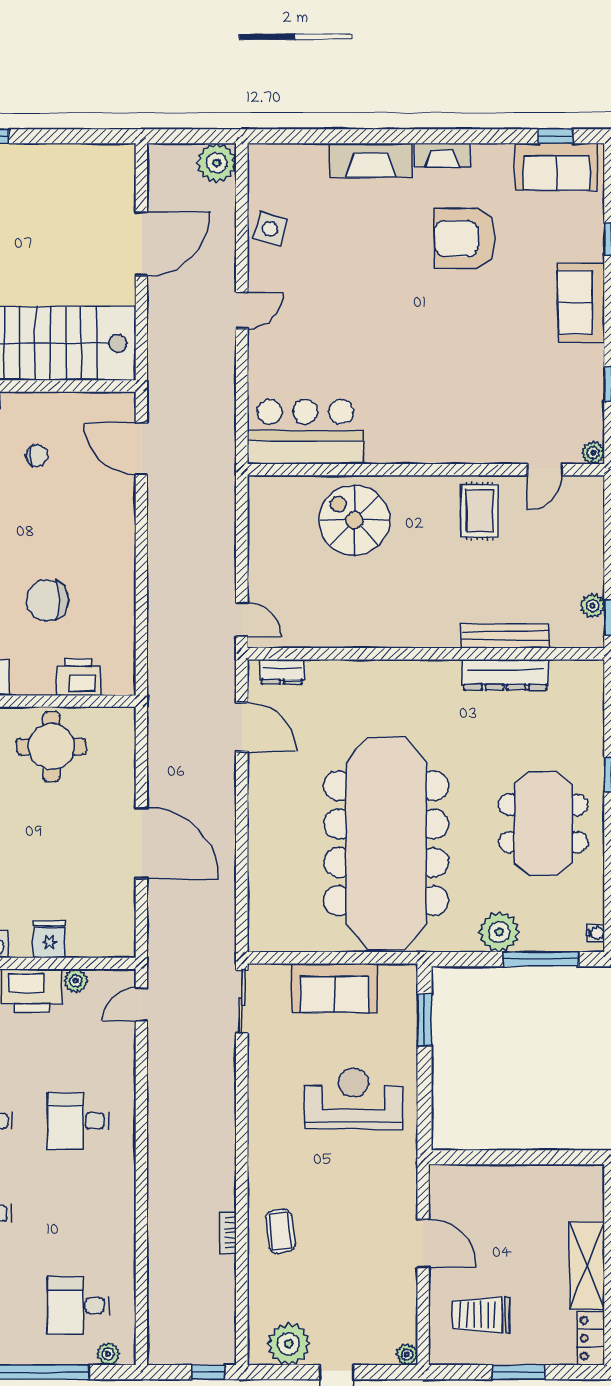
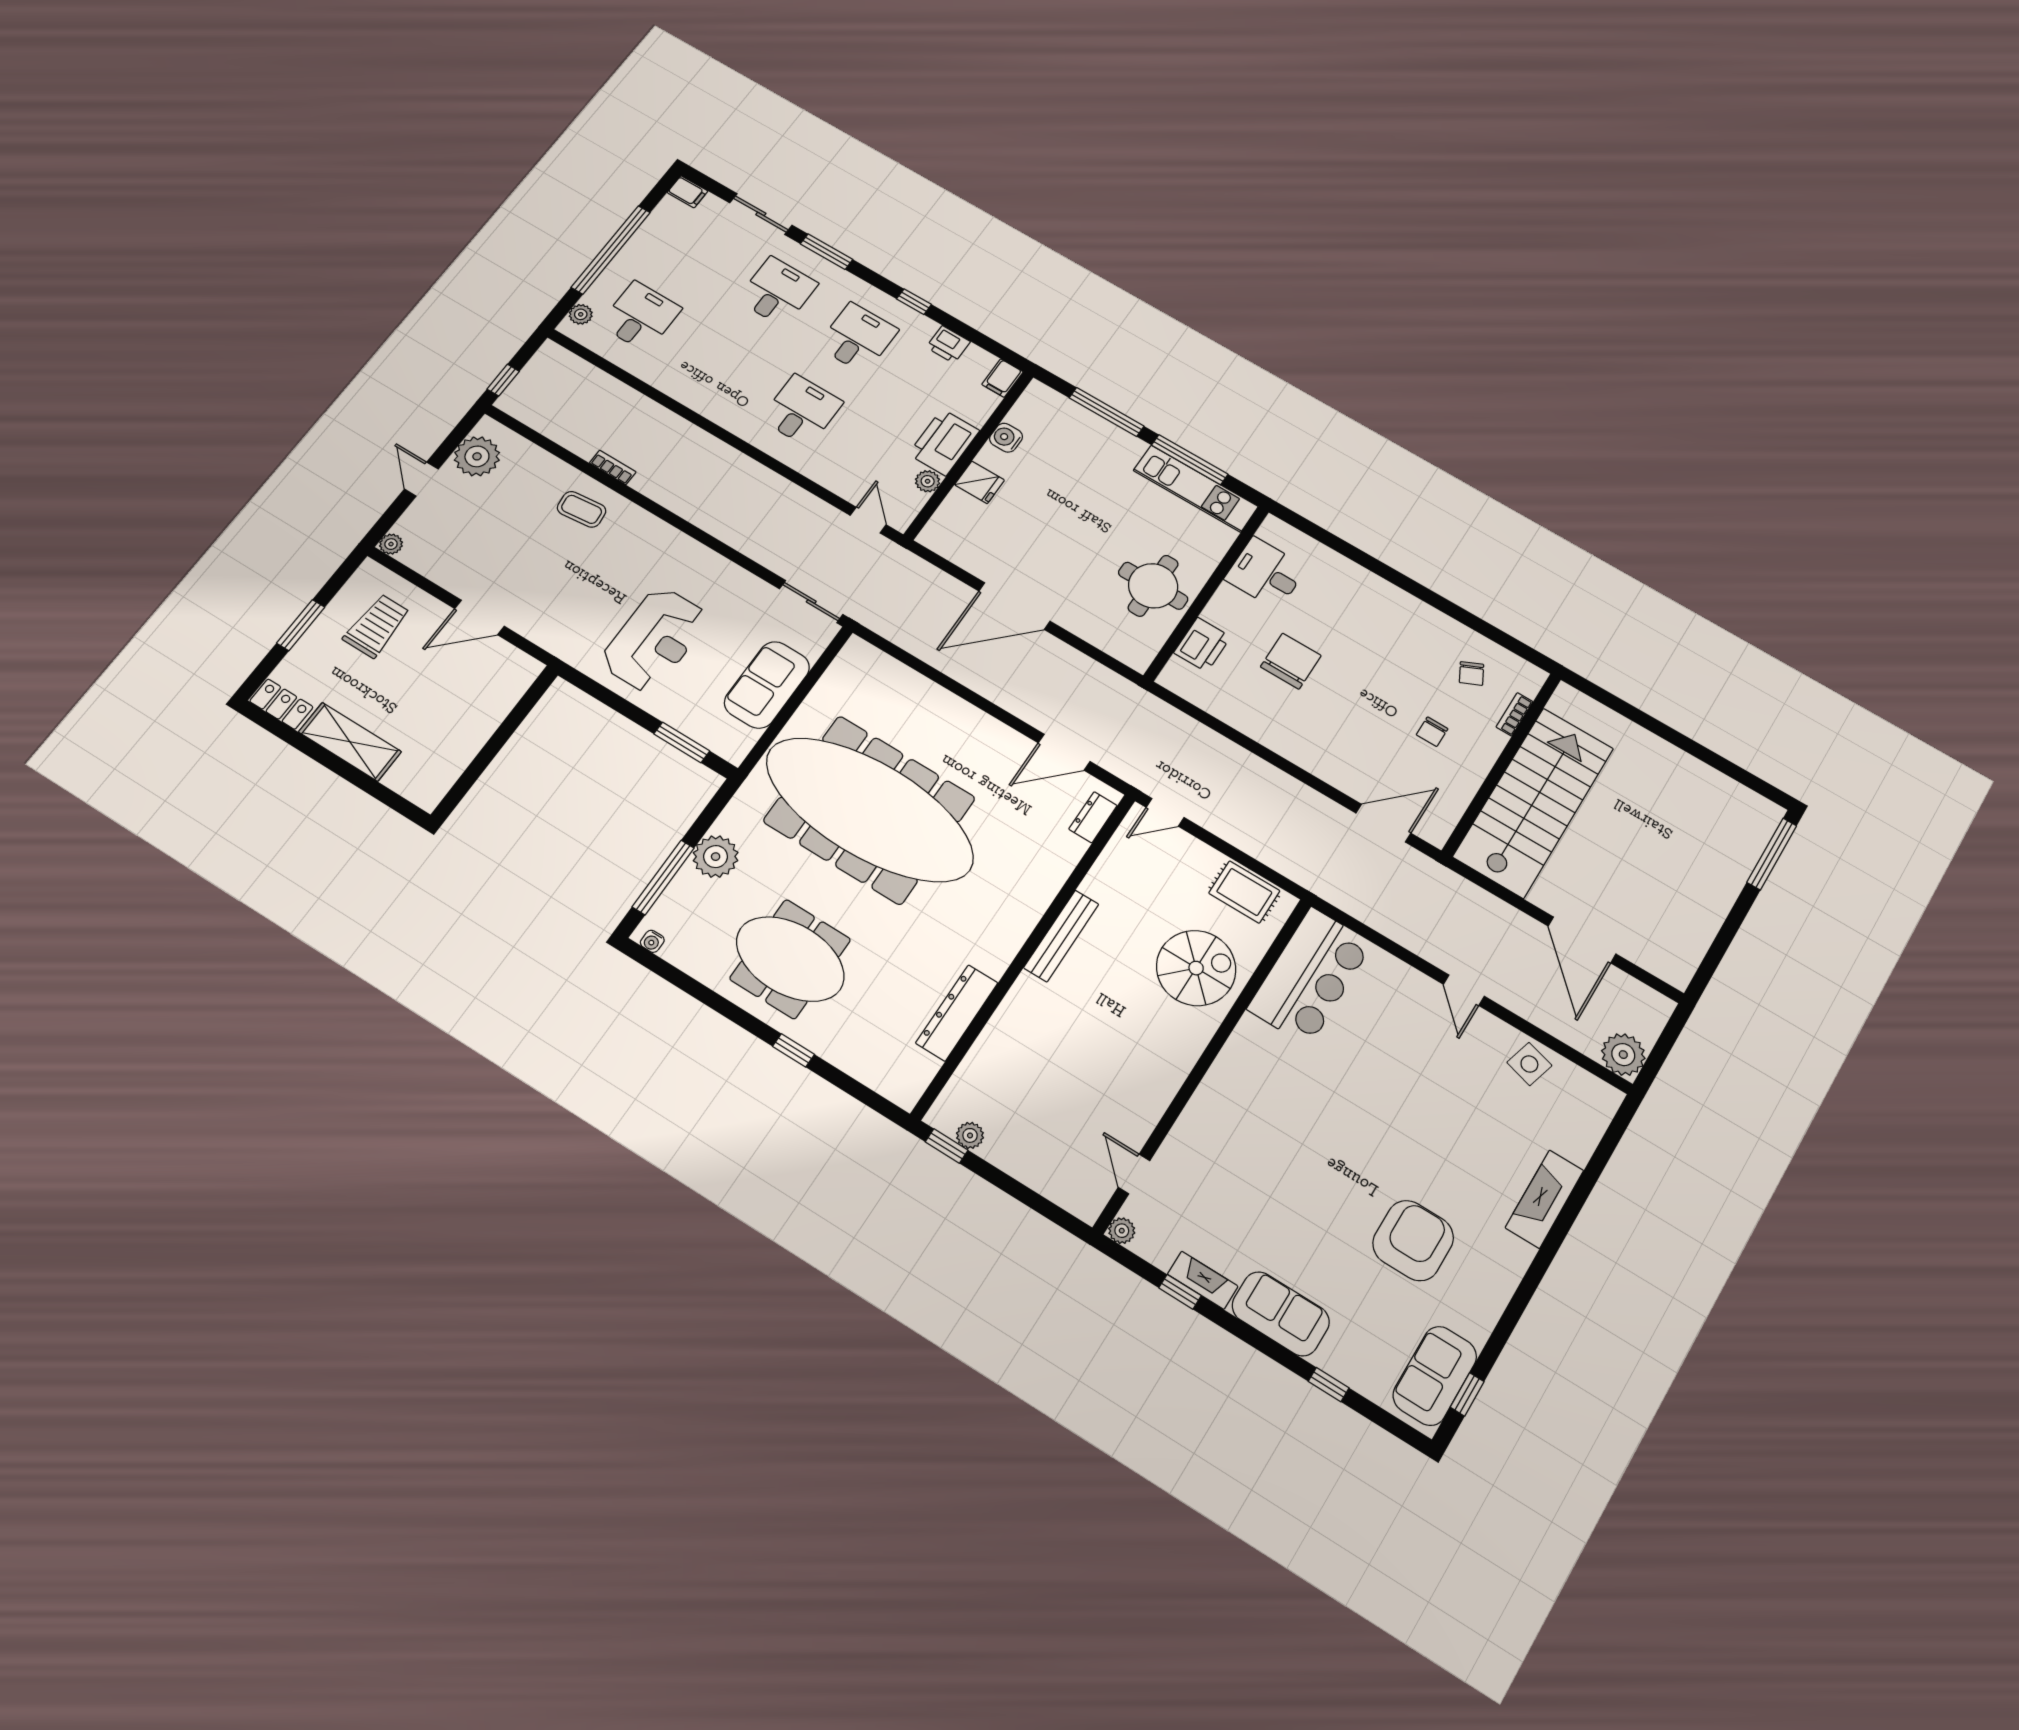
fireplace: (442, 155) -> (1203, 1280), moved, turned 90
rug: (480, 511) -> (1244, 892), moved
bench: (505, 636) -> (1061, 936), moved

